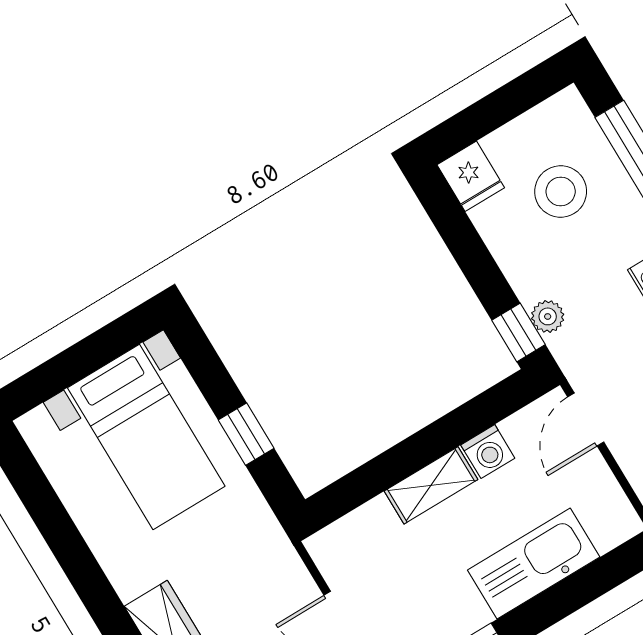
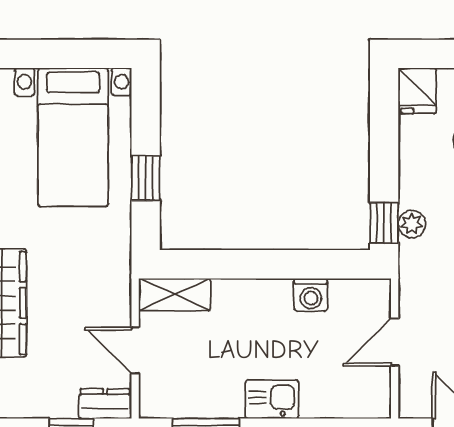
door: (586, 419) -> (395, 342), moved
shelving: (431, 485) -> (175, 294), moved
kitchen sink: (534, 563) -> (272, 399), width x0.53, depth x0.81

